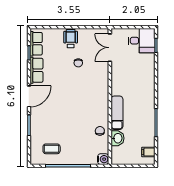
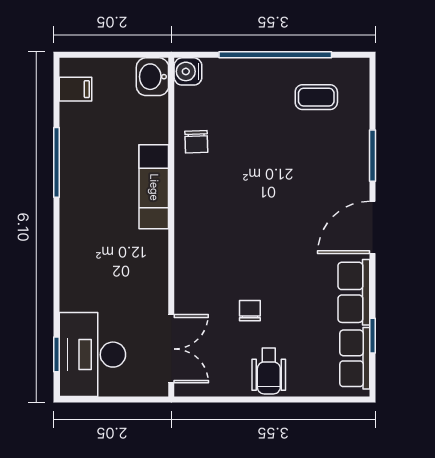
desk: (142, 41) -> (92, 355), width x1.37
washbasin: (117, 138) -> (152, 77), moved

